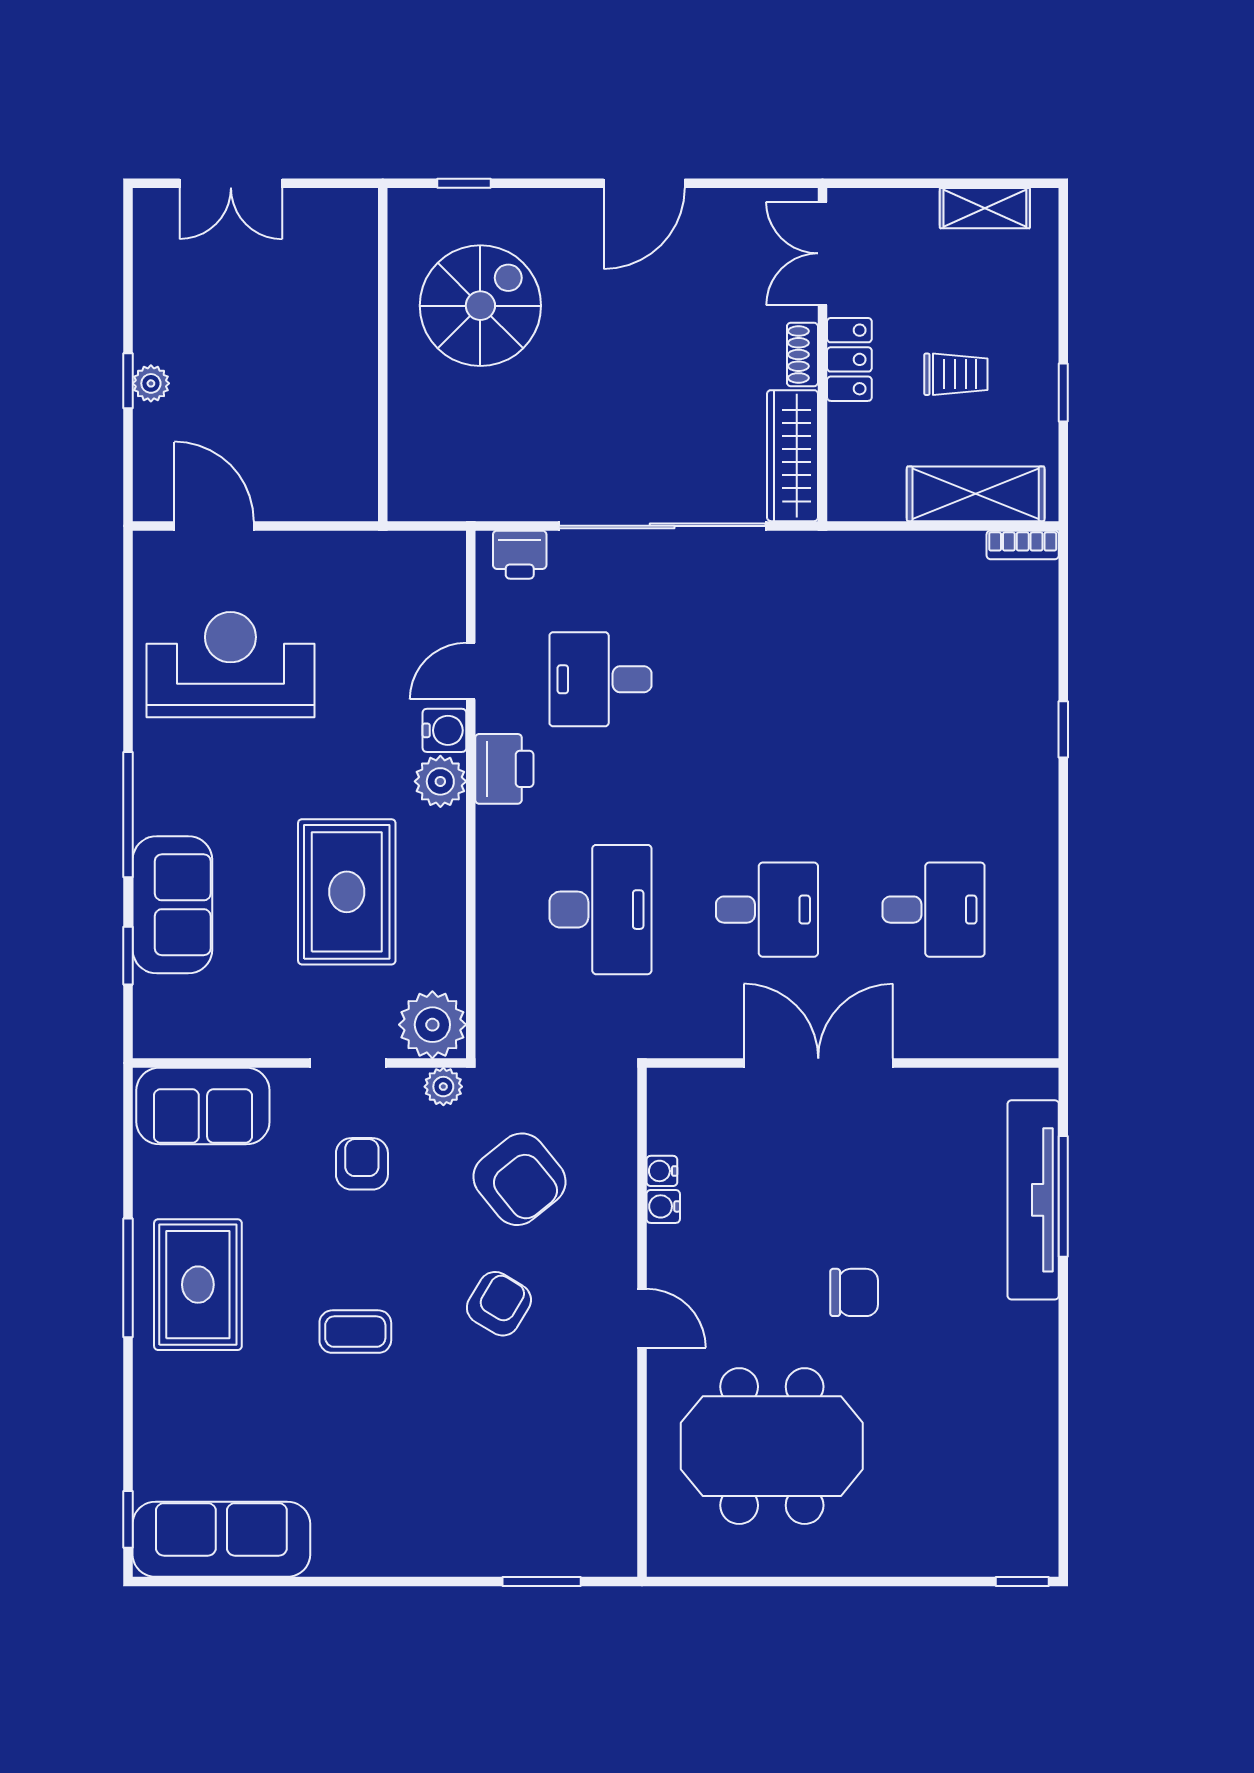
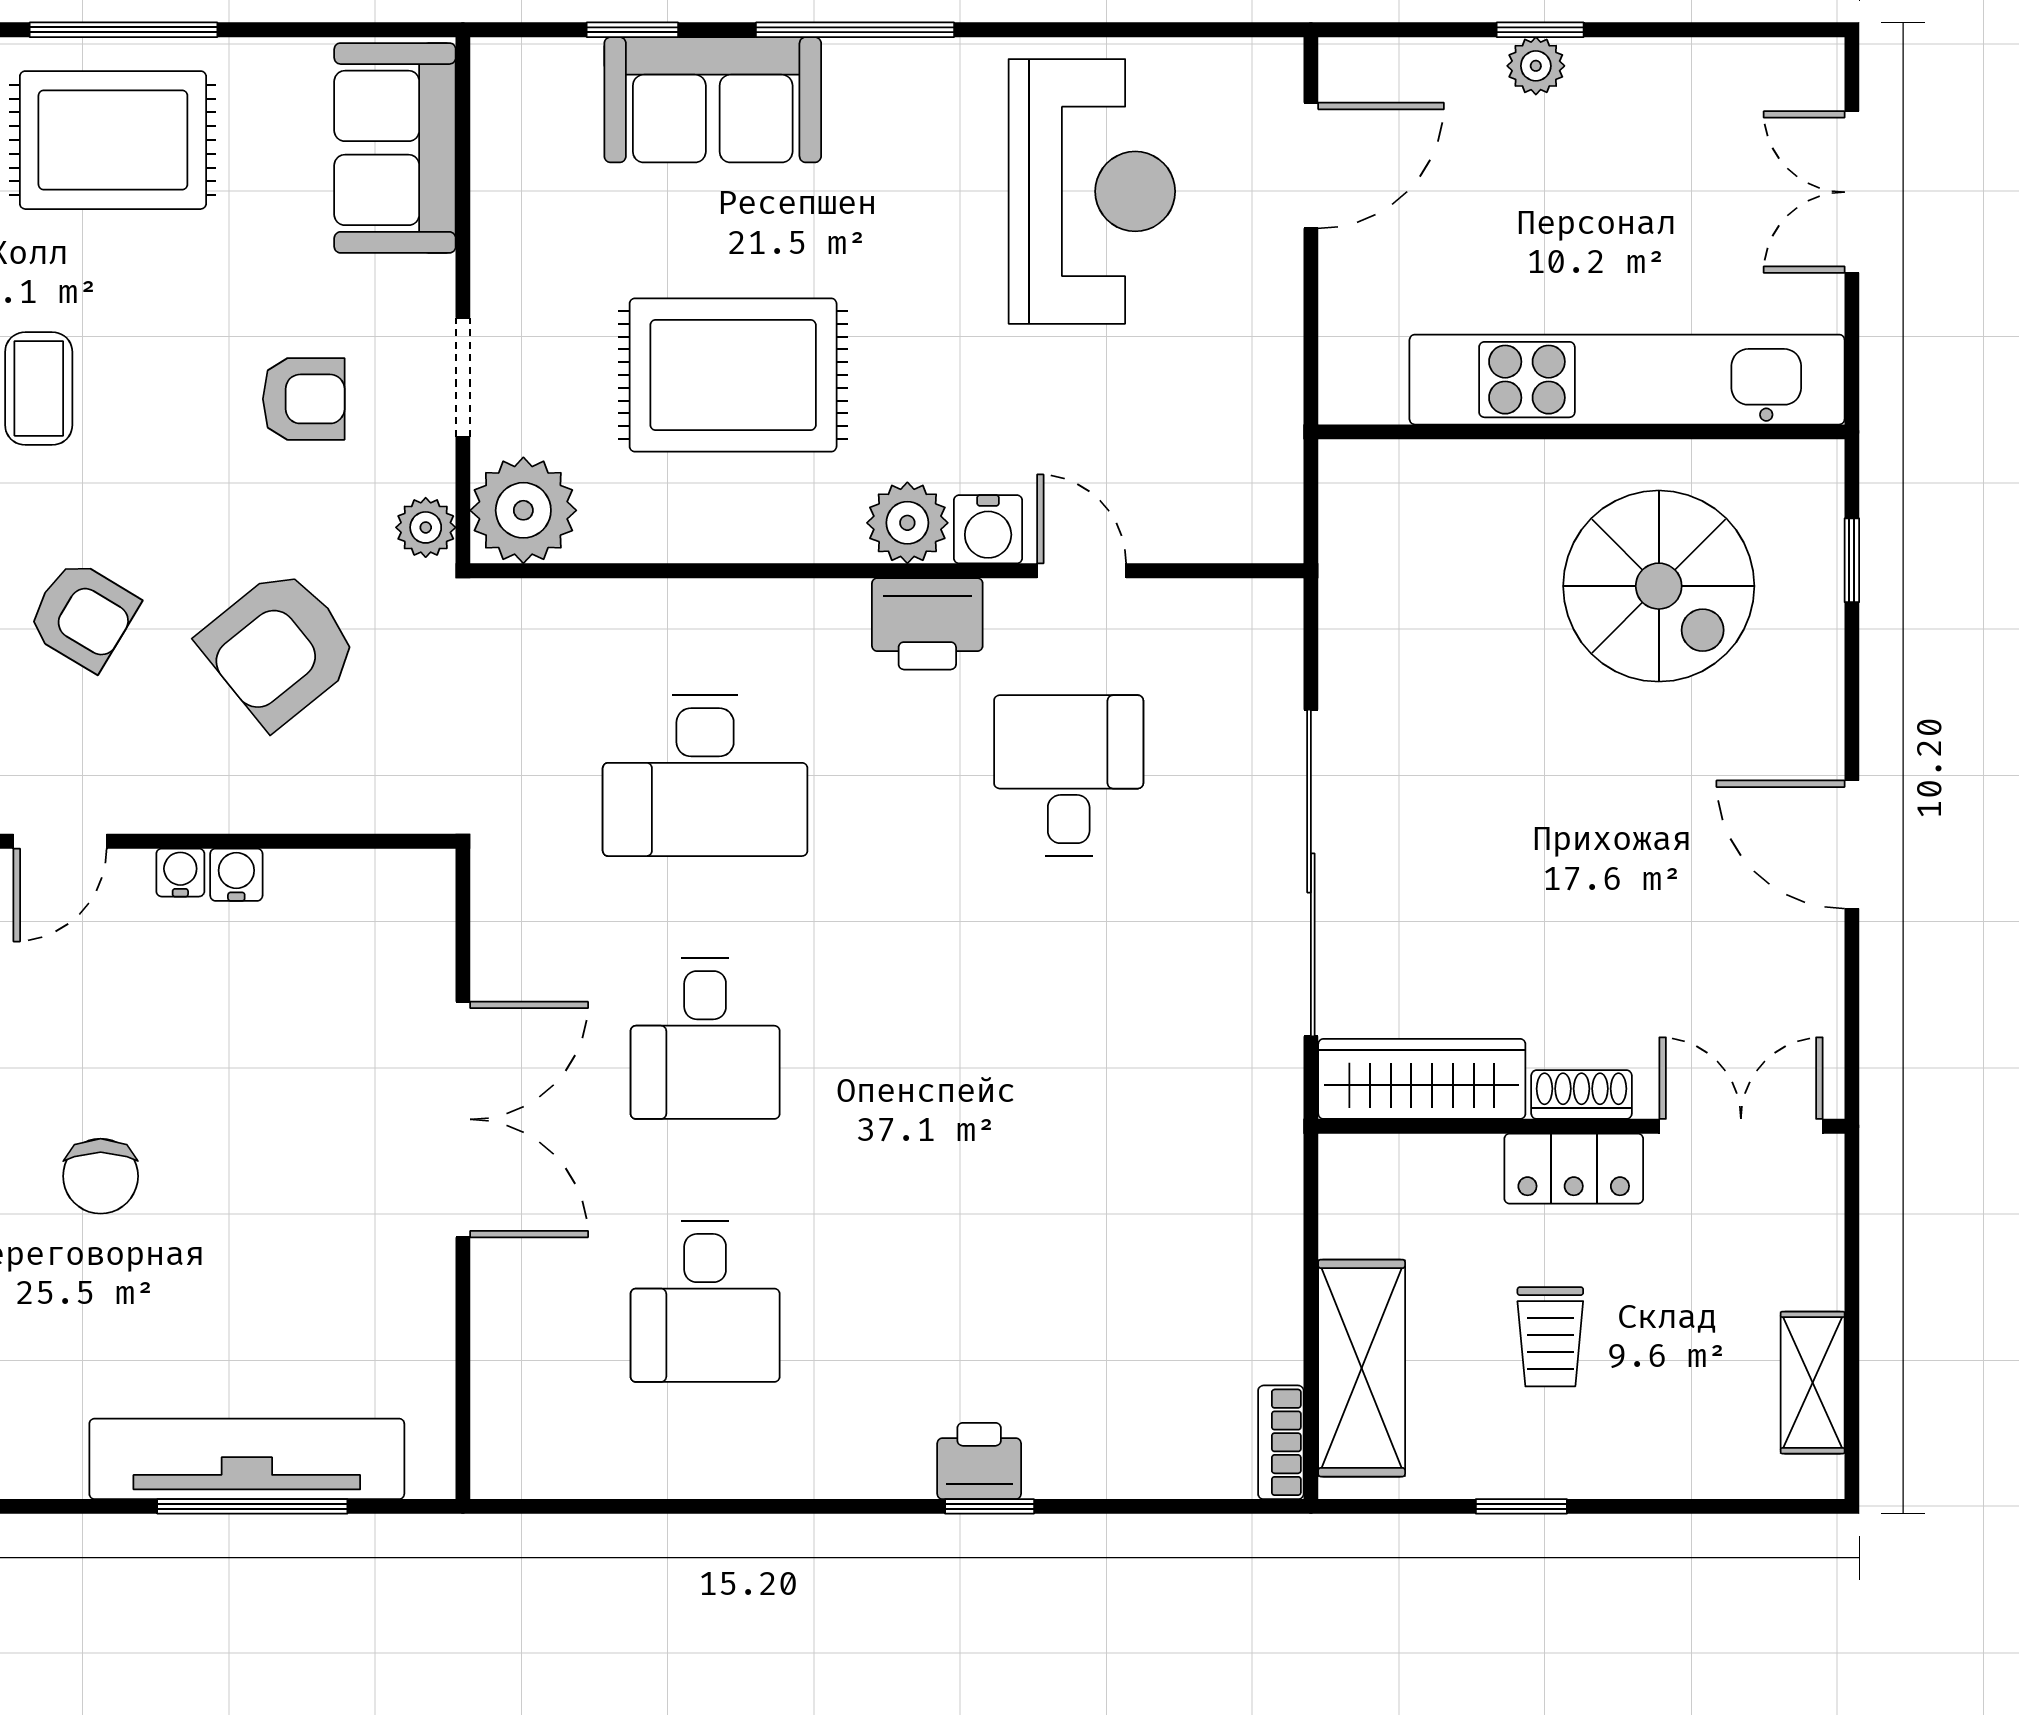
kitchen unit: (350, 326) -> (1627, 380), added
printer: (520, 555) -> (979, 1461), moved, turned 90
water cooler: (662, 1171) -> (180, 873), moved

